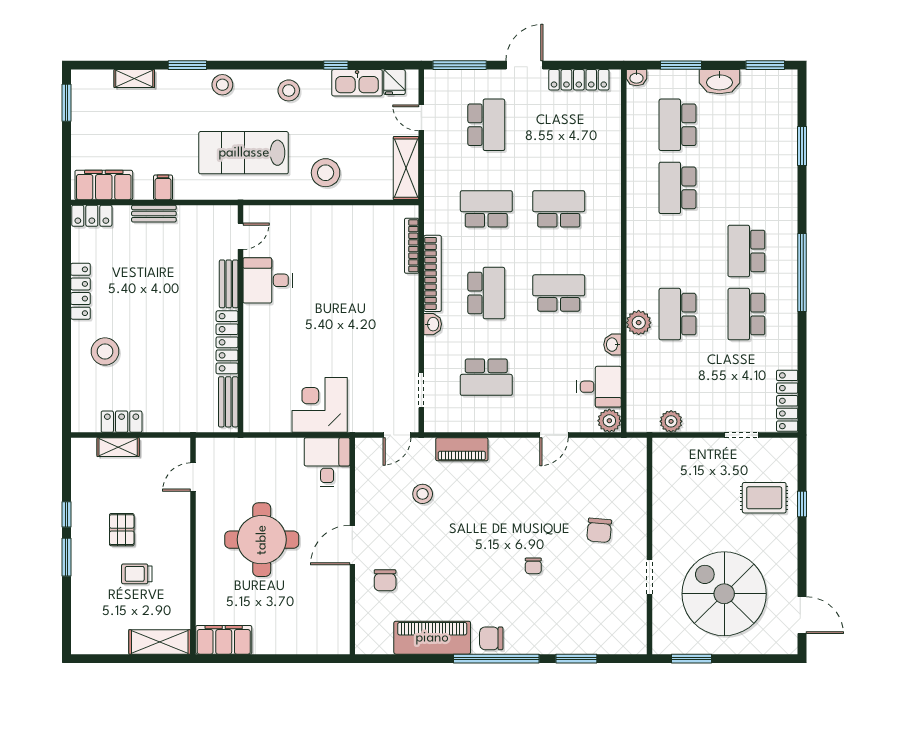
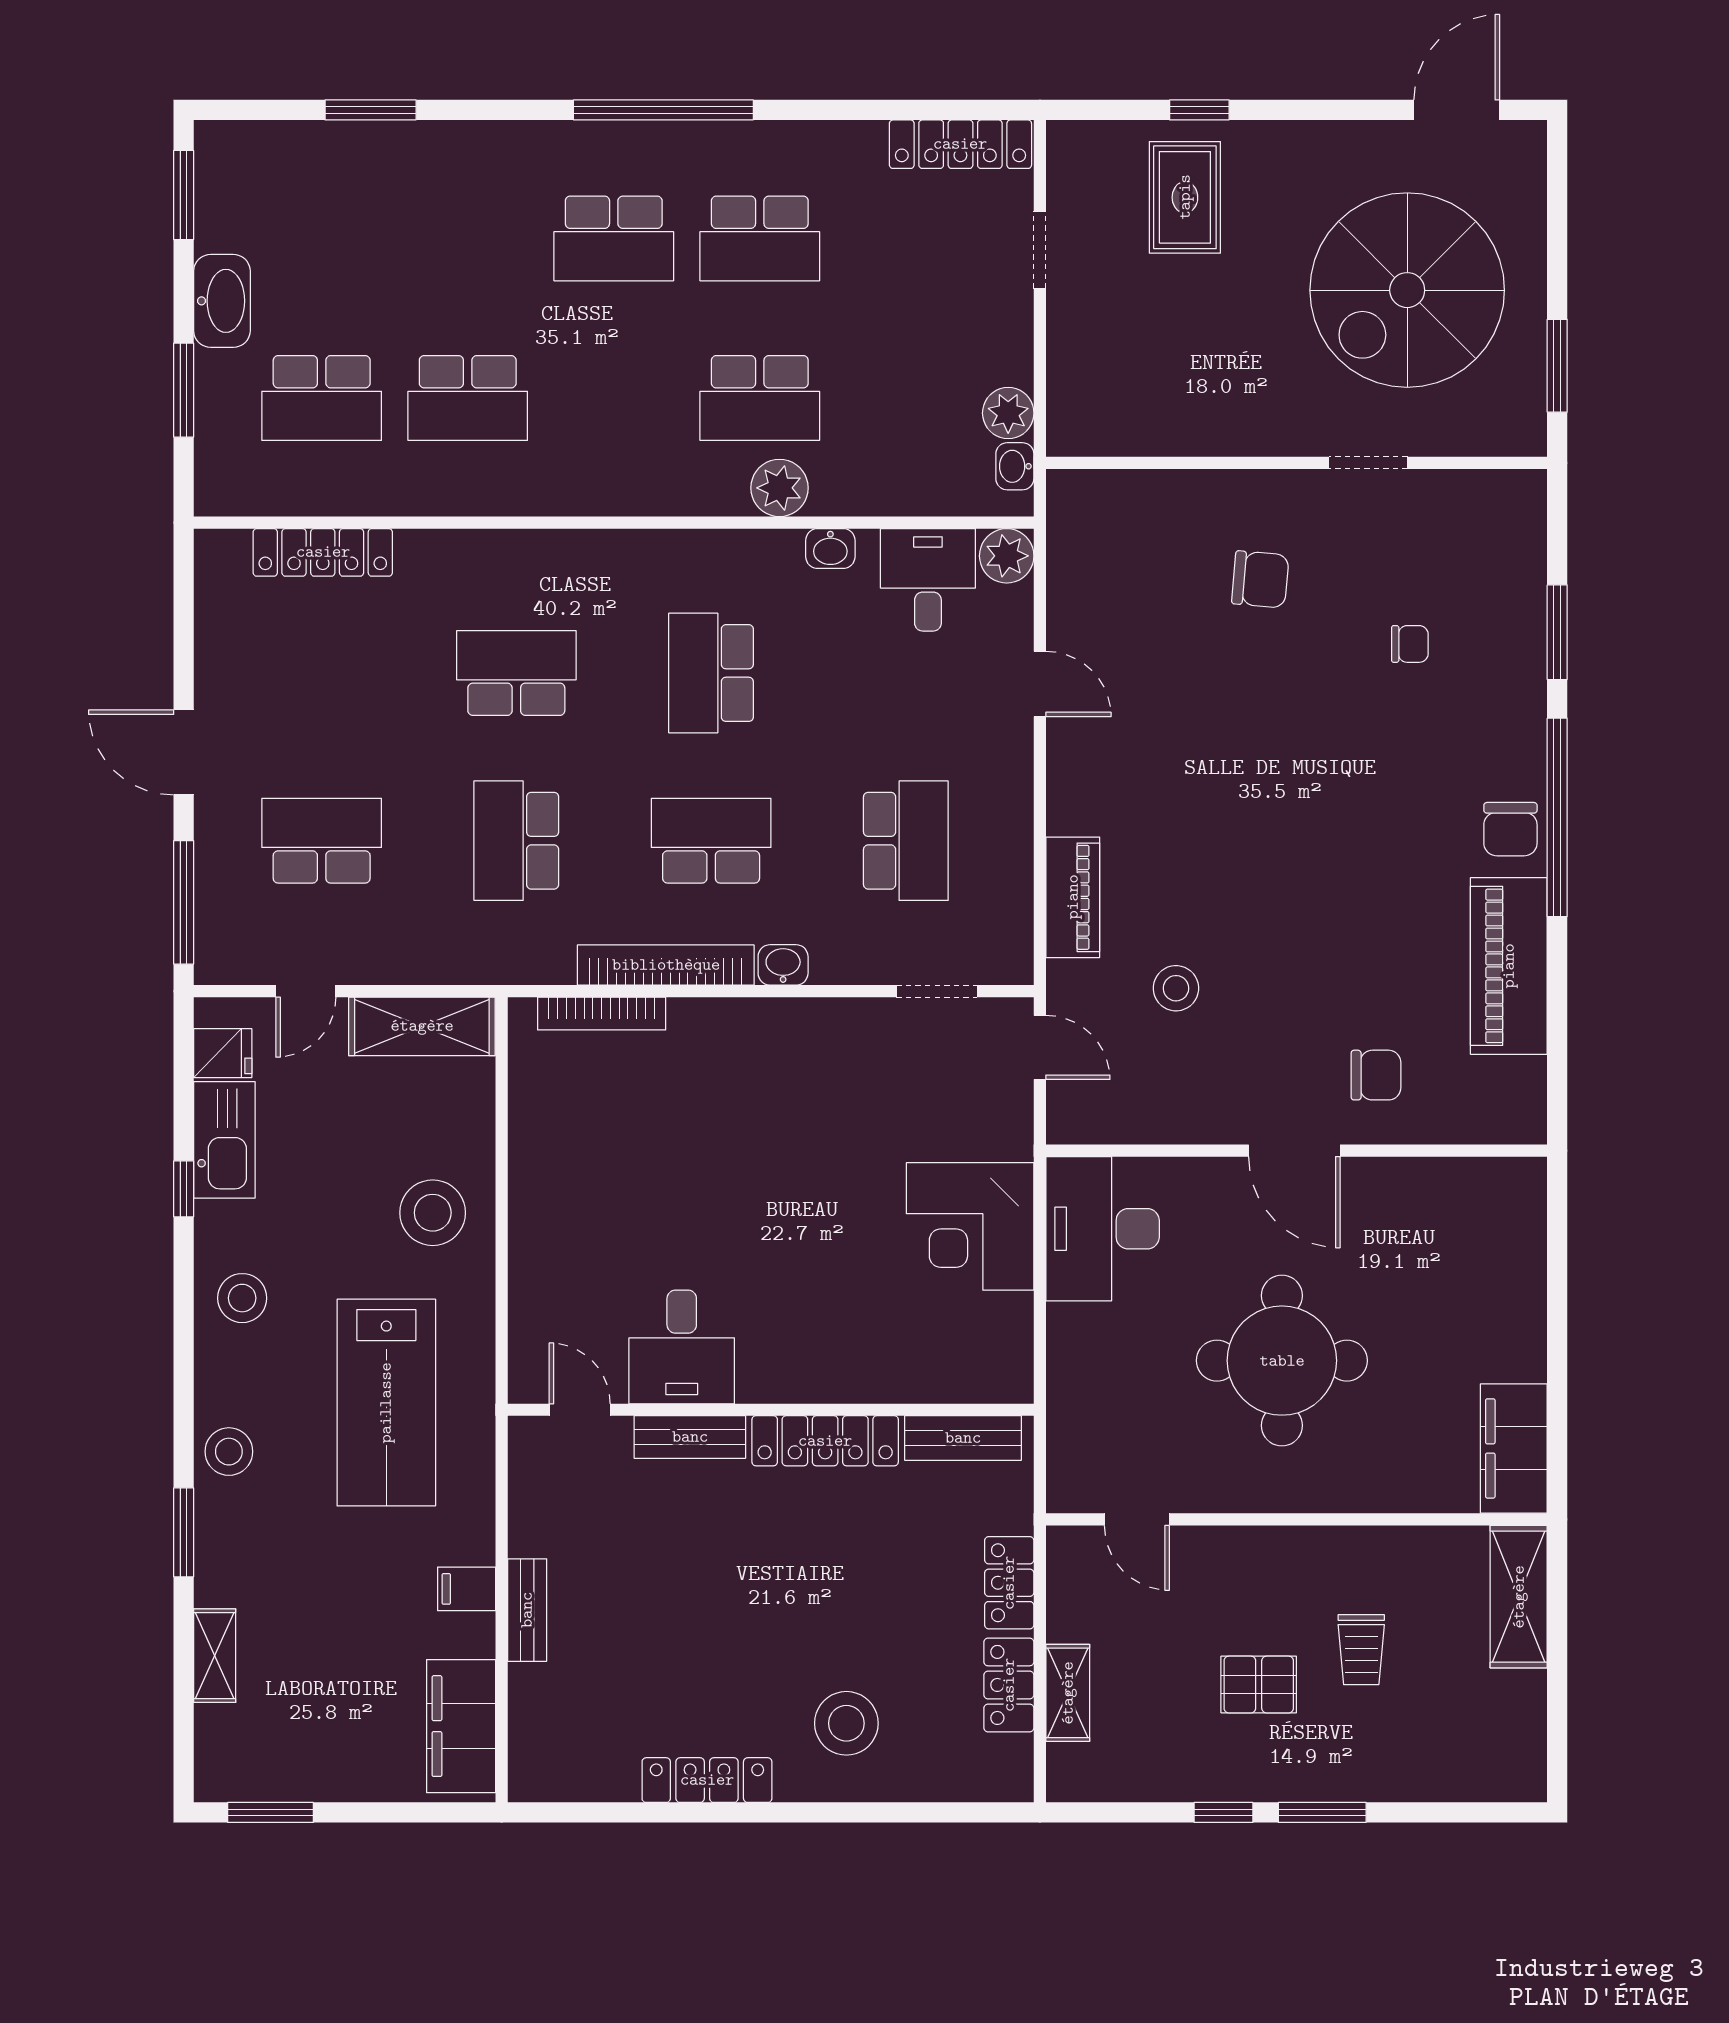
washbasin: (636, 78) -> (1015, 466), moved, turned 180
locker: (579, 80) -> (323, 552), moved, turned 90
school desk: (559, 209) -> (516, 673), turned 90
locker: (92, 216) -> (1009, 1583), moved, turned 180
desk: (327, 462) -> (1103, 1229), width x1.37
chair: (533, 566) -> (1410, 644), moved

